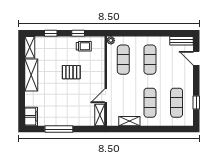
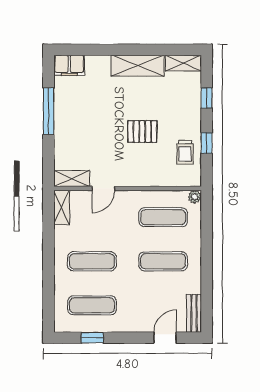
pallet: (71, 72) -> (142, 132), turned 90
door: (106, 96) -> (103, 188), swing flipped
shelving: (129, 121) -> (62, 207), moved

